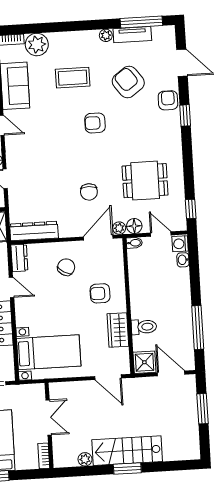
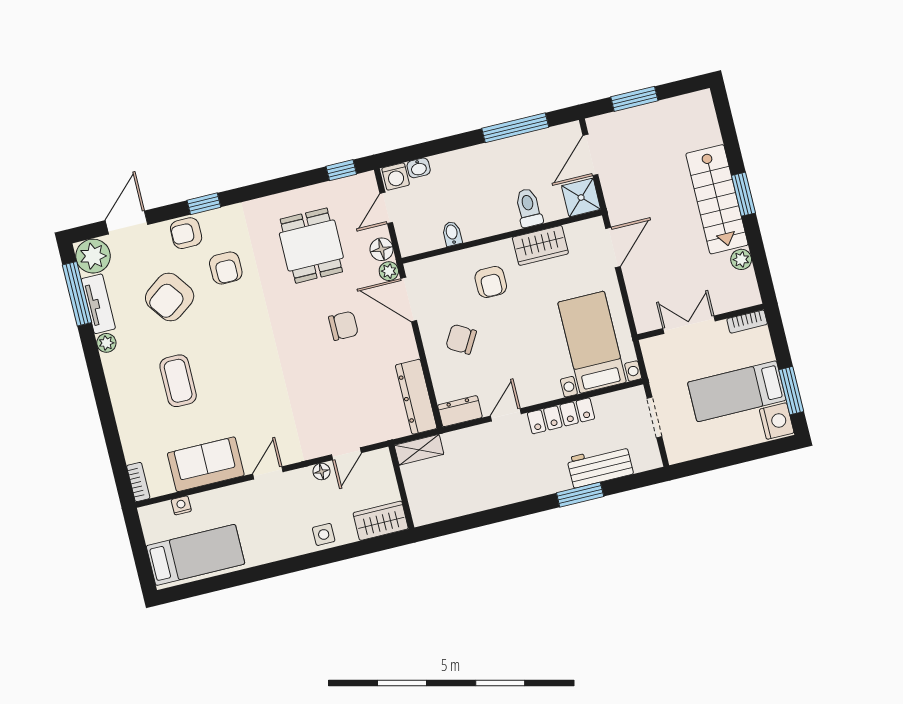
plant: (37, 44) -> (93, 256), moved
armchair: (95, 123) -> (226, 268), moved
bidet: (134, 243) -> (452, 234), moved

